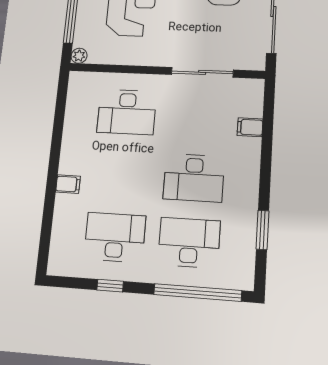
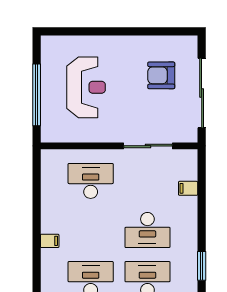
plant: (79, 56) -> (47, 136), removed
desk: (127, 112) -> (91, 181), turned 180

